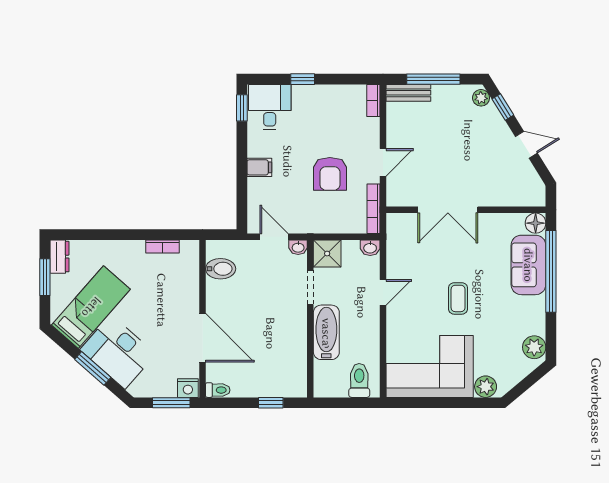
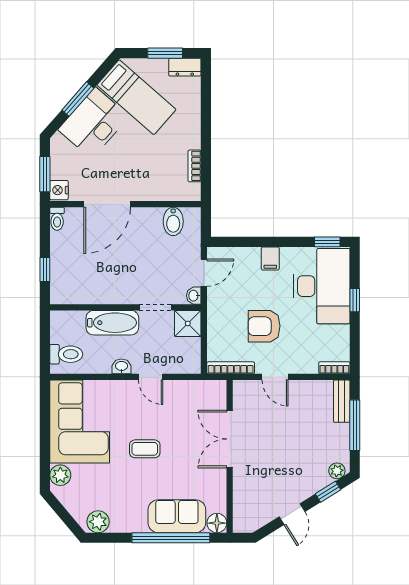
desk: (270, 107) -> (322, 286), width x1.87, depth x1.30
washbasin: (370, 248) -> (121, 366), moved, turned 90

